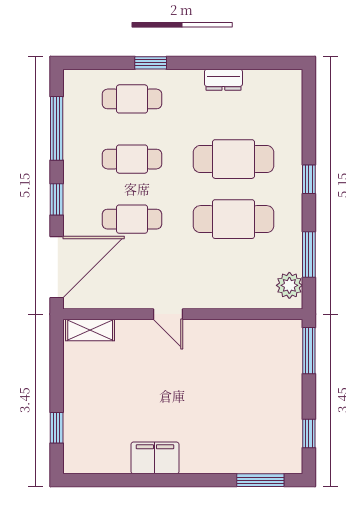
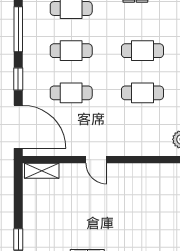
cafe table: (234, 159) -> (142, 51), width x0.73, depth x0.74
cafe table: (234, 219) -> (142, 93), width x0.73, depth x0.74
door: (57, 267) -> (18, 127), hinge flipped

